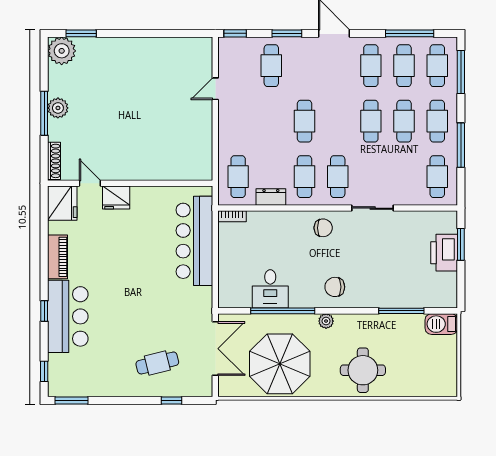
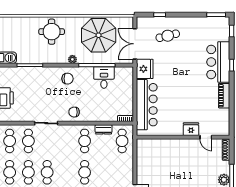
cafe table: (338, 177) -> (28, 141), moved
fridge: (62, 203) -> (145, 69), moved, turned 180

